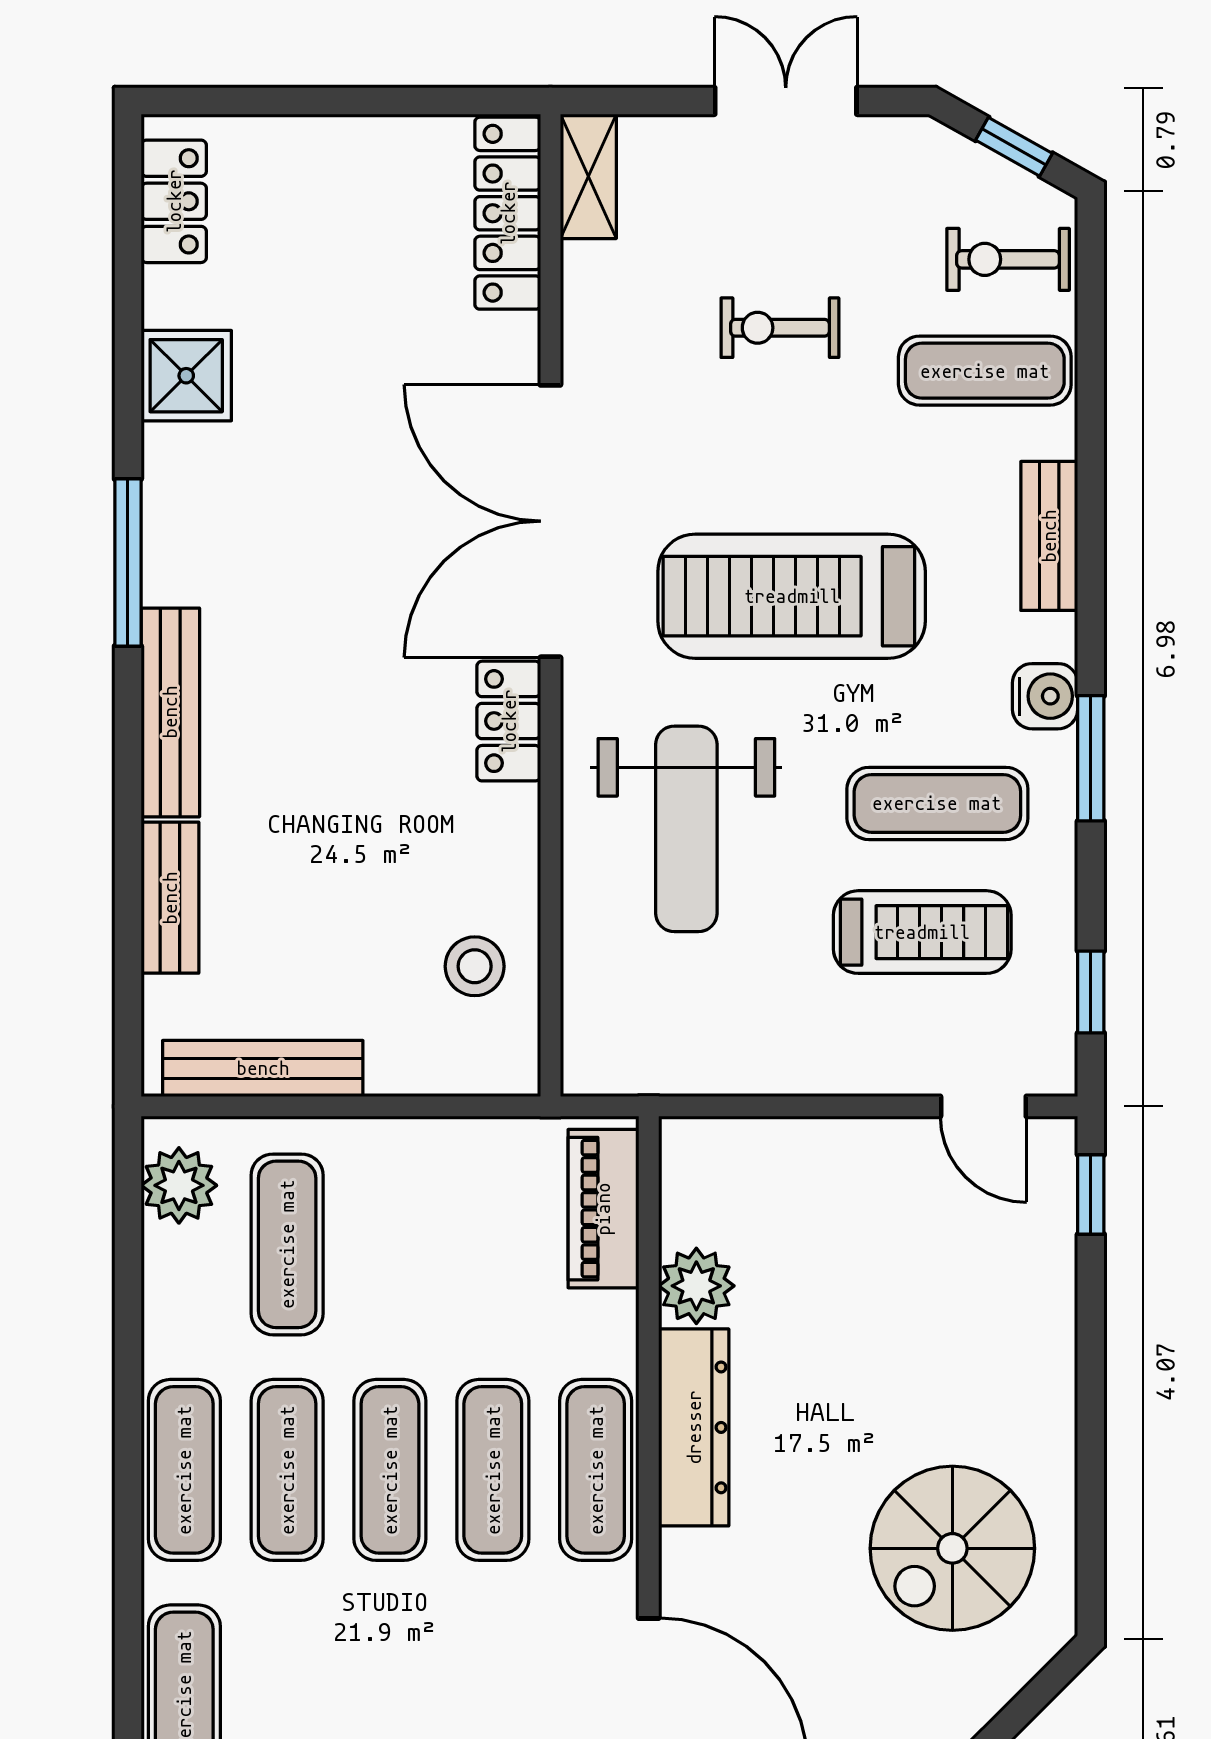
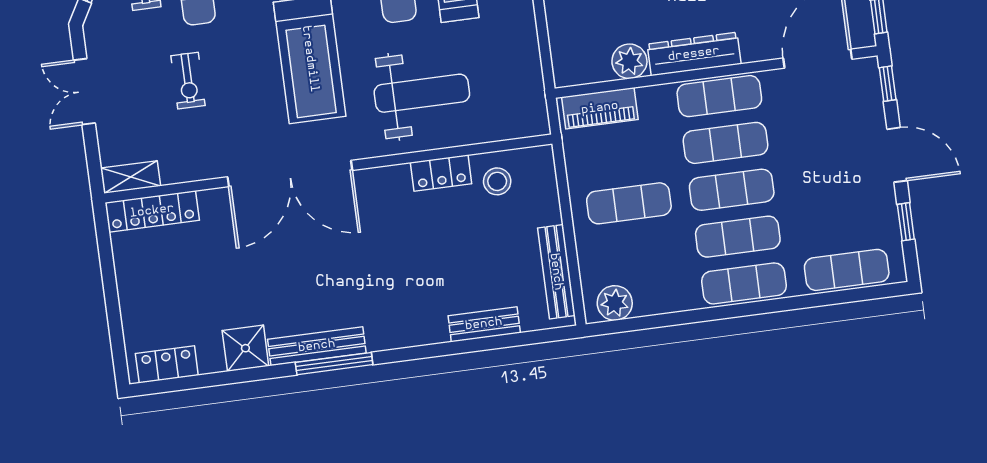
bench: (170, 712) -> (317, 346), moved
locker: (509, 721) -> (441, 173), moved
exercise mat: (287, 1244) -> (629, 203), moved

